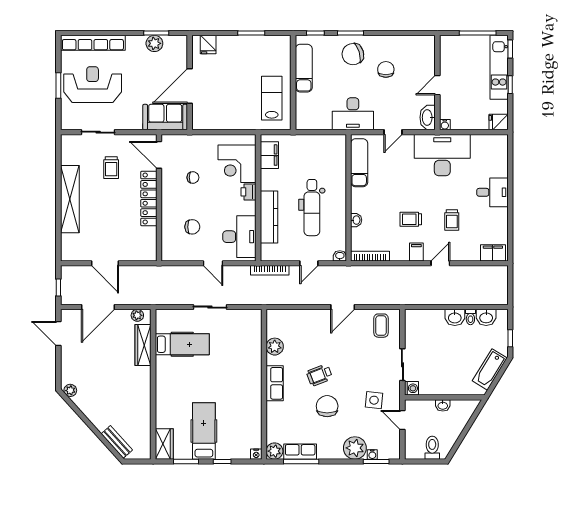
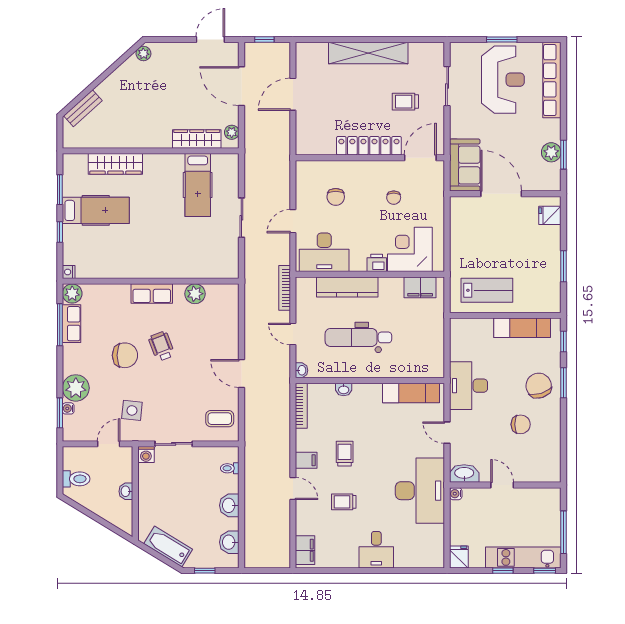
toilet: (470, 317) -> (230, 468), moved
wardrobe: (164, 444) -> (115, 164), moved, width x1.50

